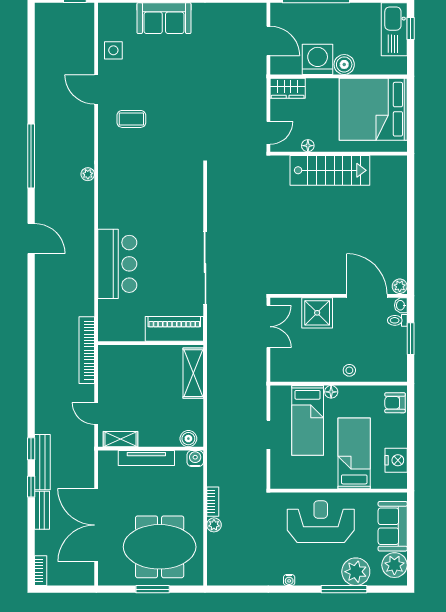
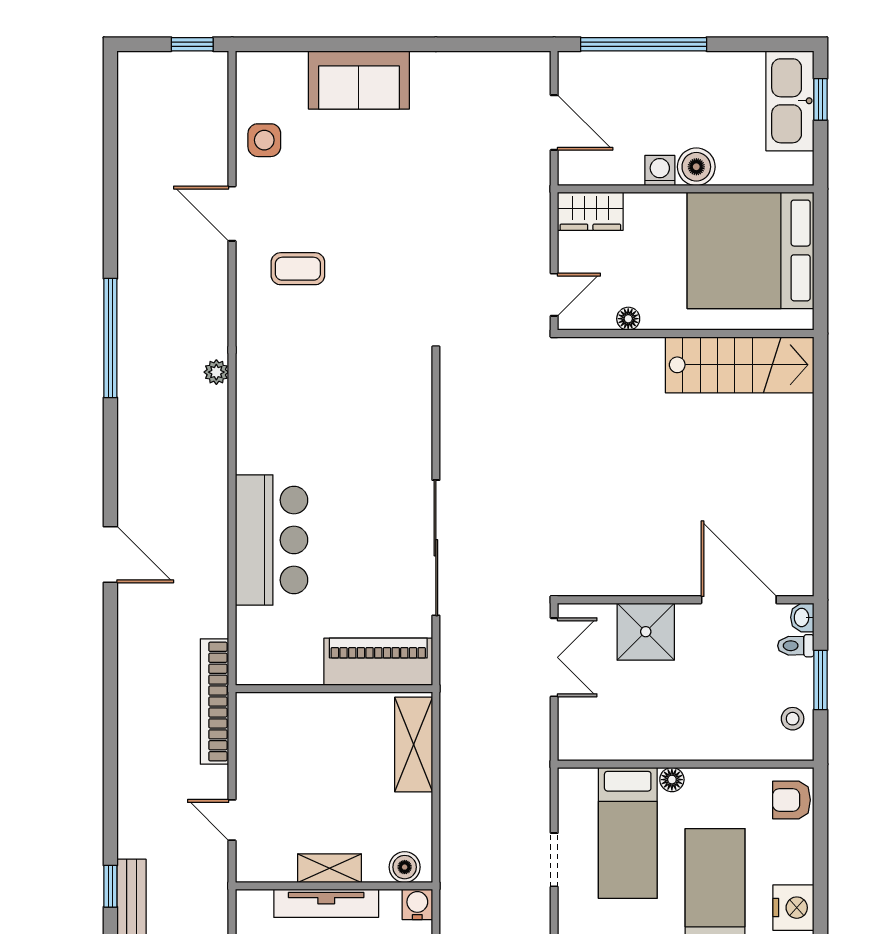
washing machine: (318, 59) -> (660, 171), width x0.53, depth x0.53
stairs: (330, 170) -> (740, 365), moved
door: (31, 239) -> (110, 554), moved
plant: (400, 286) -> (800, 582), removed
stool: (349, 370) -> (793, 719), moved
shelving: (121, 439) -> (330, 868), moved

